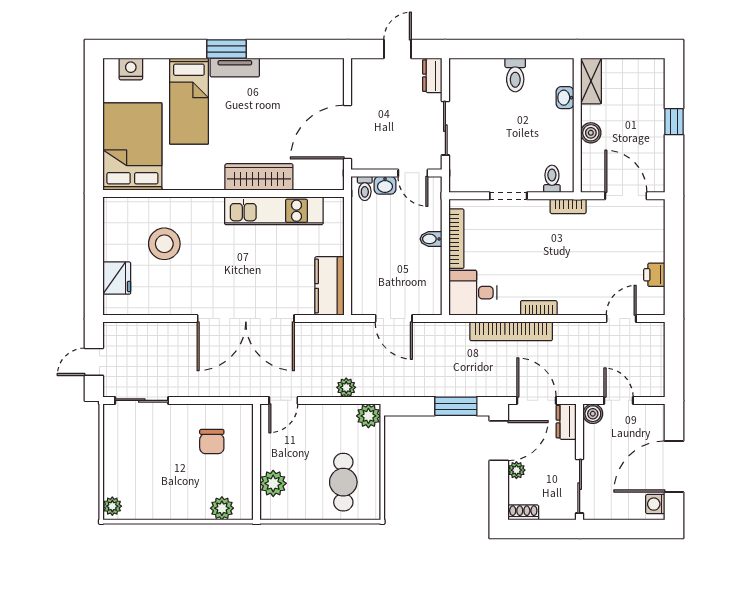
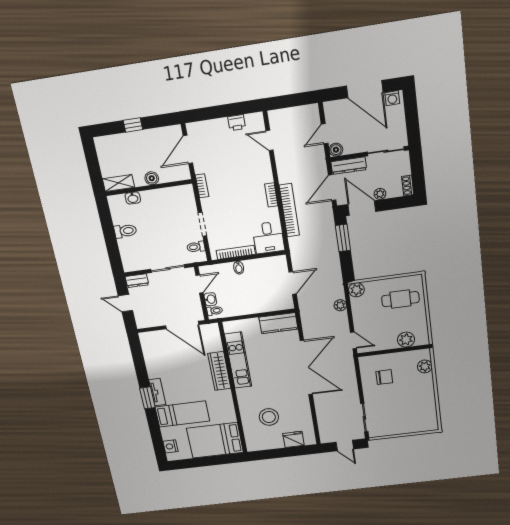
toilet: (552, 179) -> (196, 247), moved
dresser: (566, 422) -> (349, 166), width x1.44
plant: (112, 506) -> (430, 426), removed

